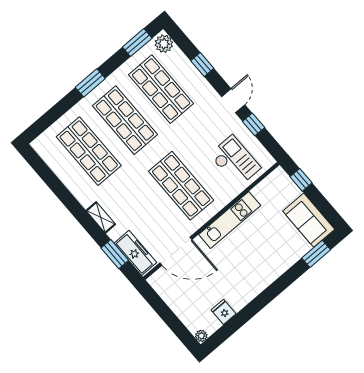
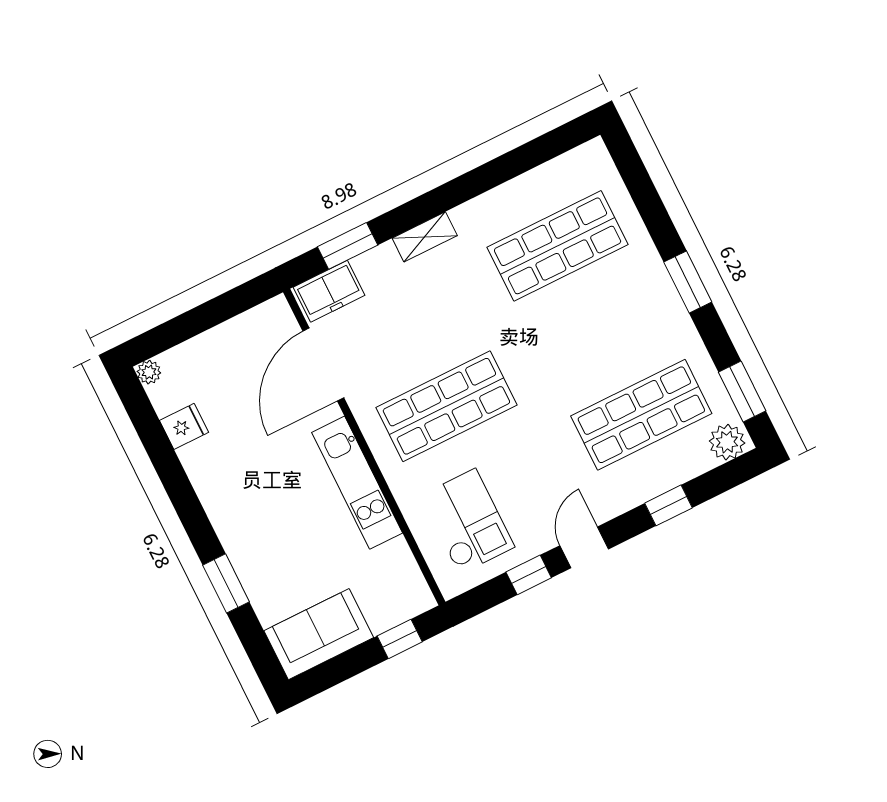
door: (233, 101) -> (584, 547), swing flipped
shop shelf: (125, 120) -> (599, 330), removed
checkout: (235, 161) -> (467, 521), turned -90
freezer: (135, 253) -> (329, 291), width x0.71
window: (316, 254) -> (226, 583), moved

